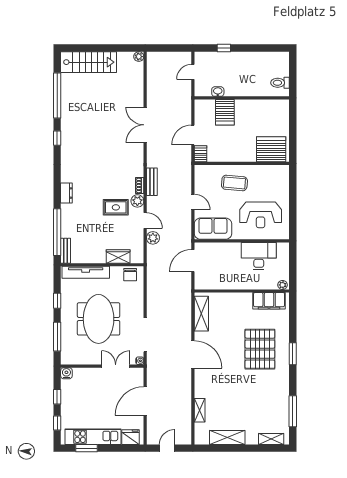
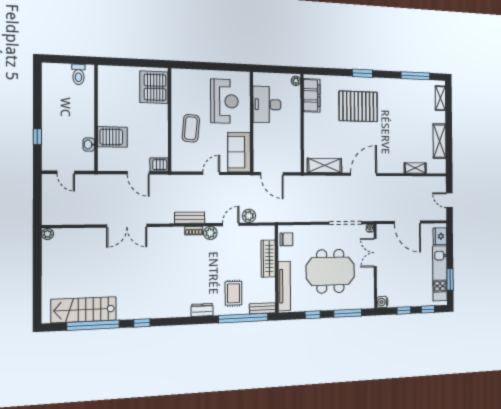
stairs: (89, 62) -> (84, 310), moved, turned -90
rug: (116, 207) -> (233, 293), moved
wardrobe: (118, 257) -> (268, 259), width x1.50

